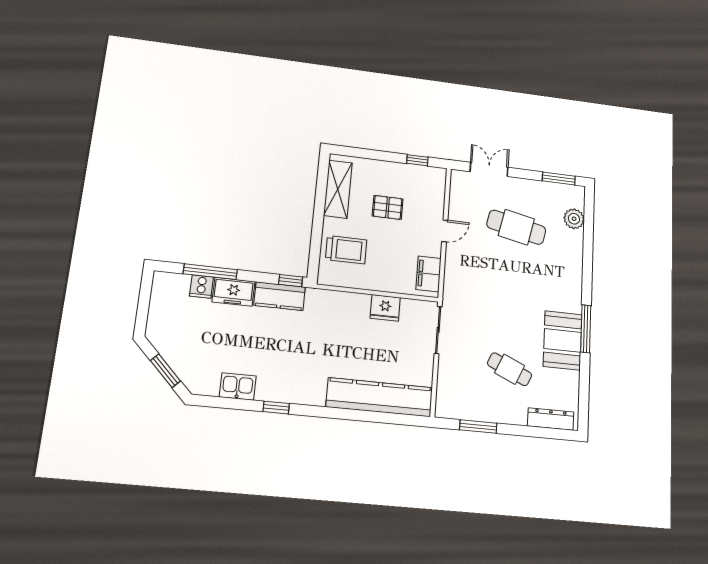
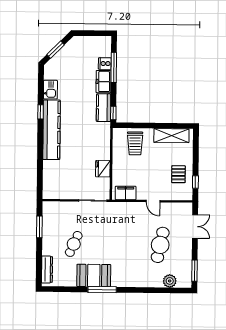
pallet: (388, 207) -> (178, 174), moved
kitchen counter: (380, 397) -> (52, 130), moved

